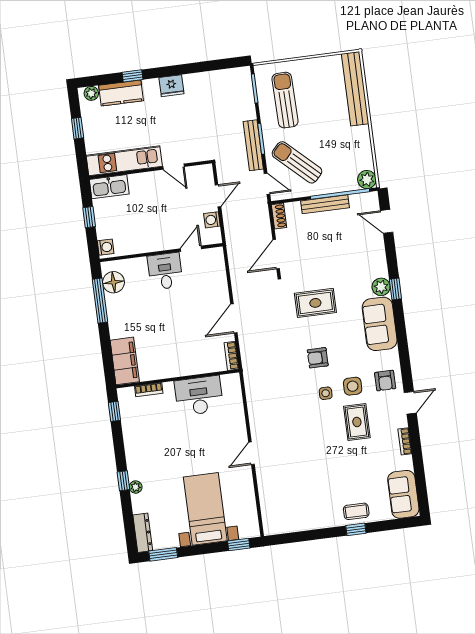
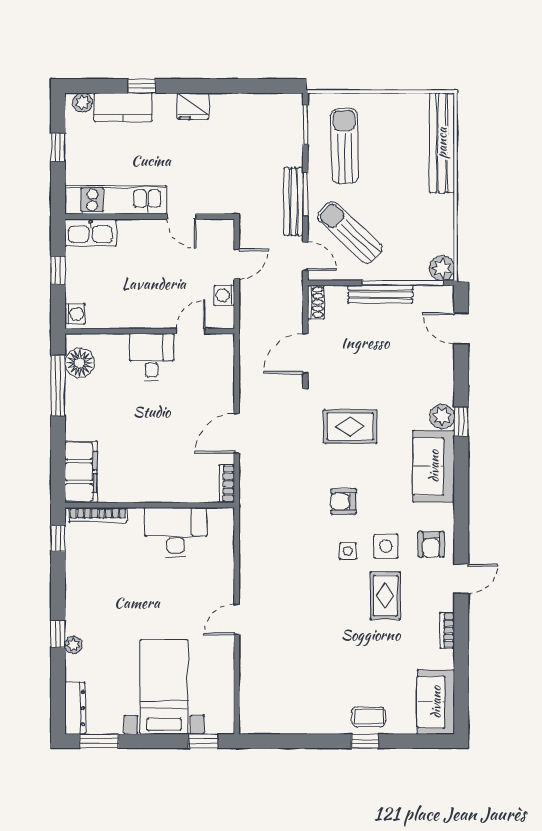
bookcase: (149, 390) -> (98, 515), width x1.56

